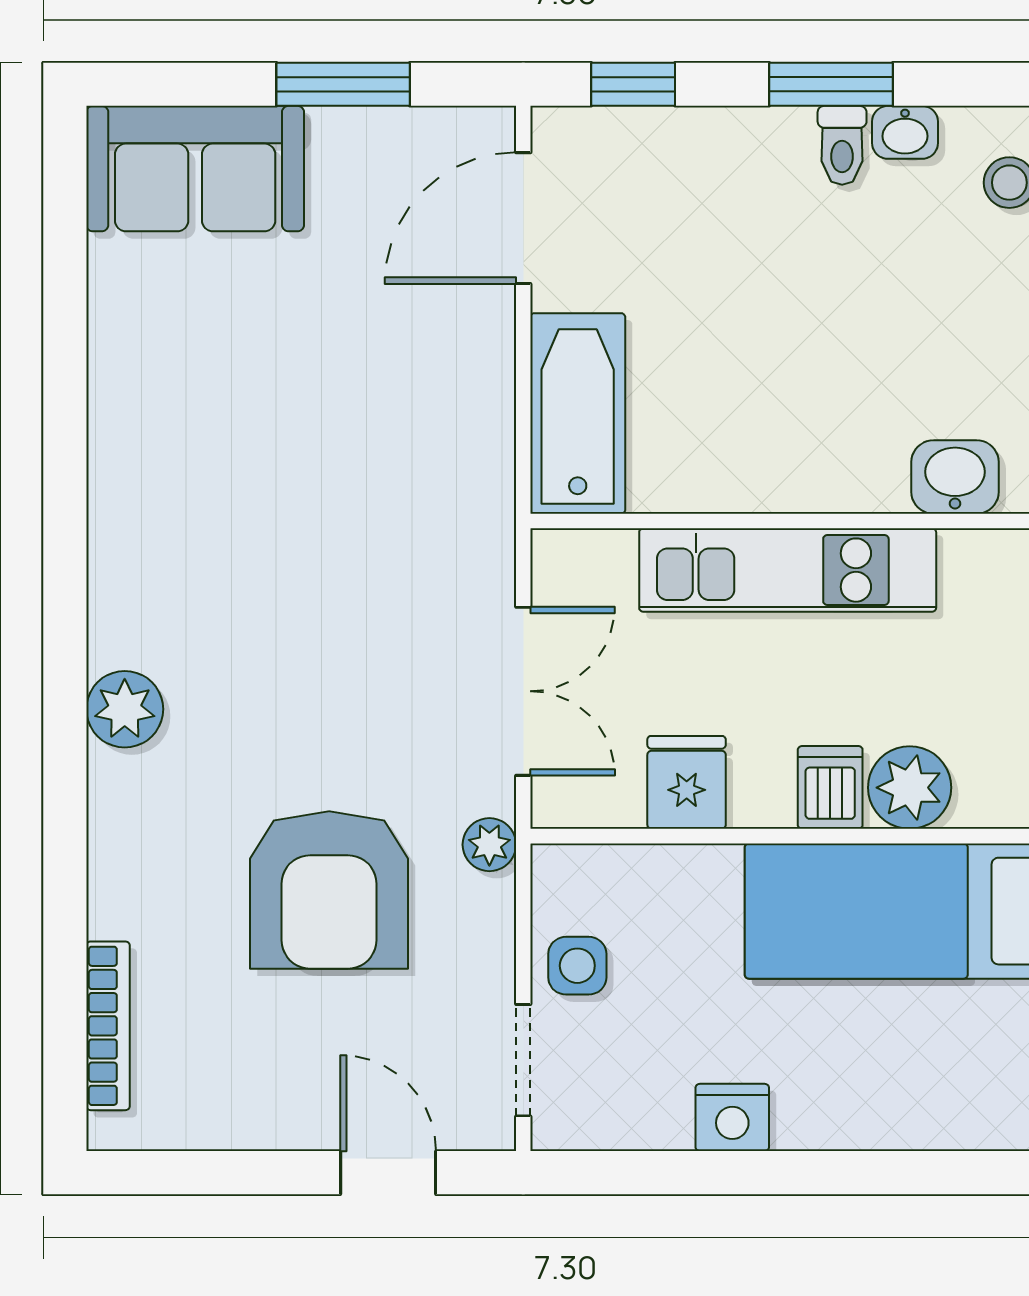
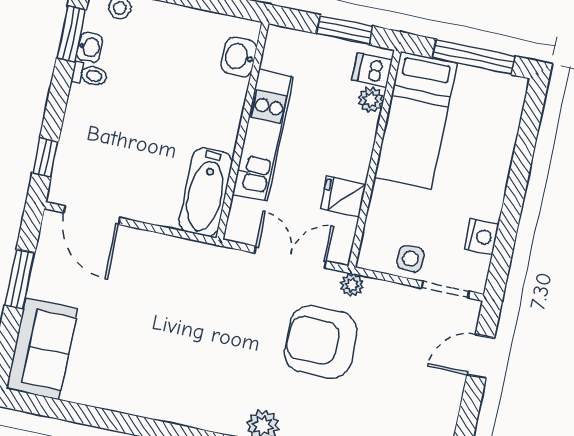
window: (831, 84) -> (71, 34), moved
bathtub: (578, 413) -> (206, 192), moved, turned -90
dishwasher: (830, 787) -> (372, 70), moved
plant: (910, 788) -> (371, 100), width x0.73, depth x0.73
armchair: (329, 890) -> (321, 342), moved, turned 180
nightstand: (732, 1117) -> (482, 237), moved

